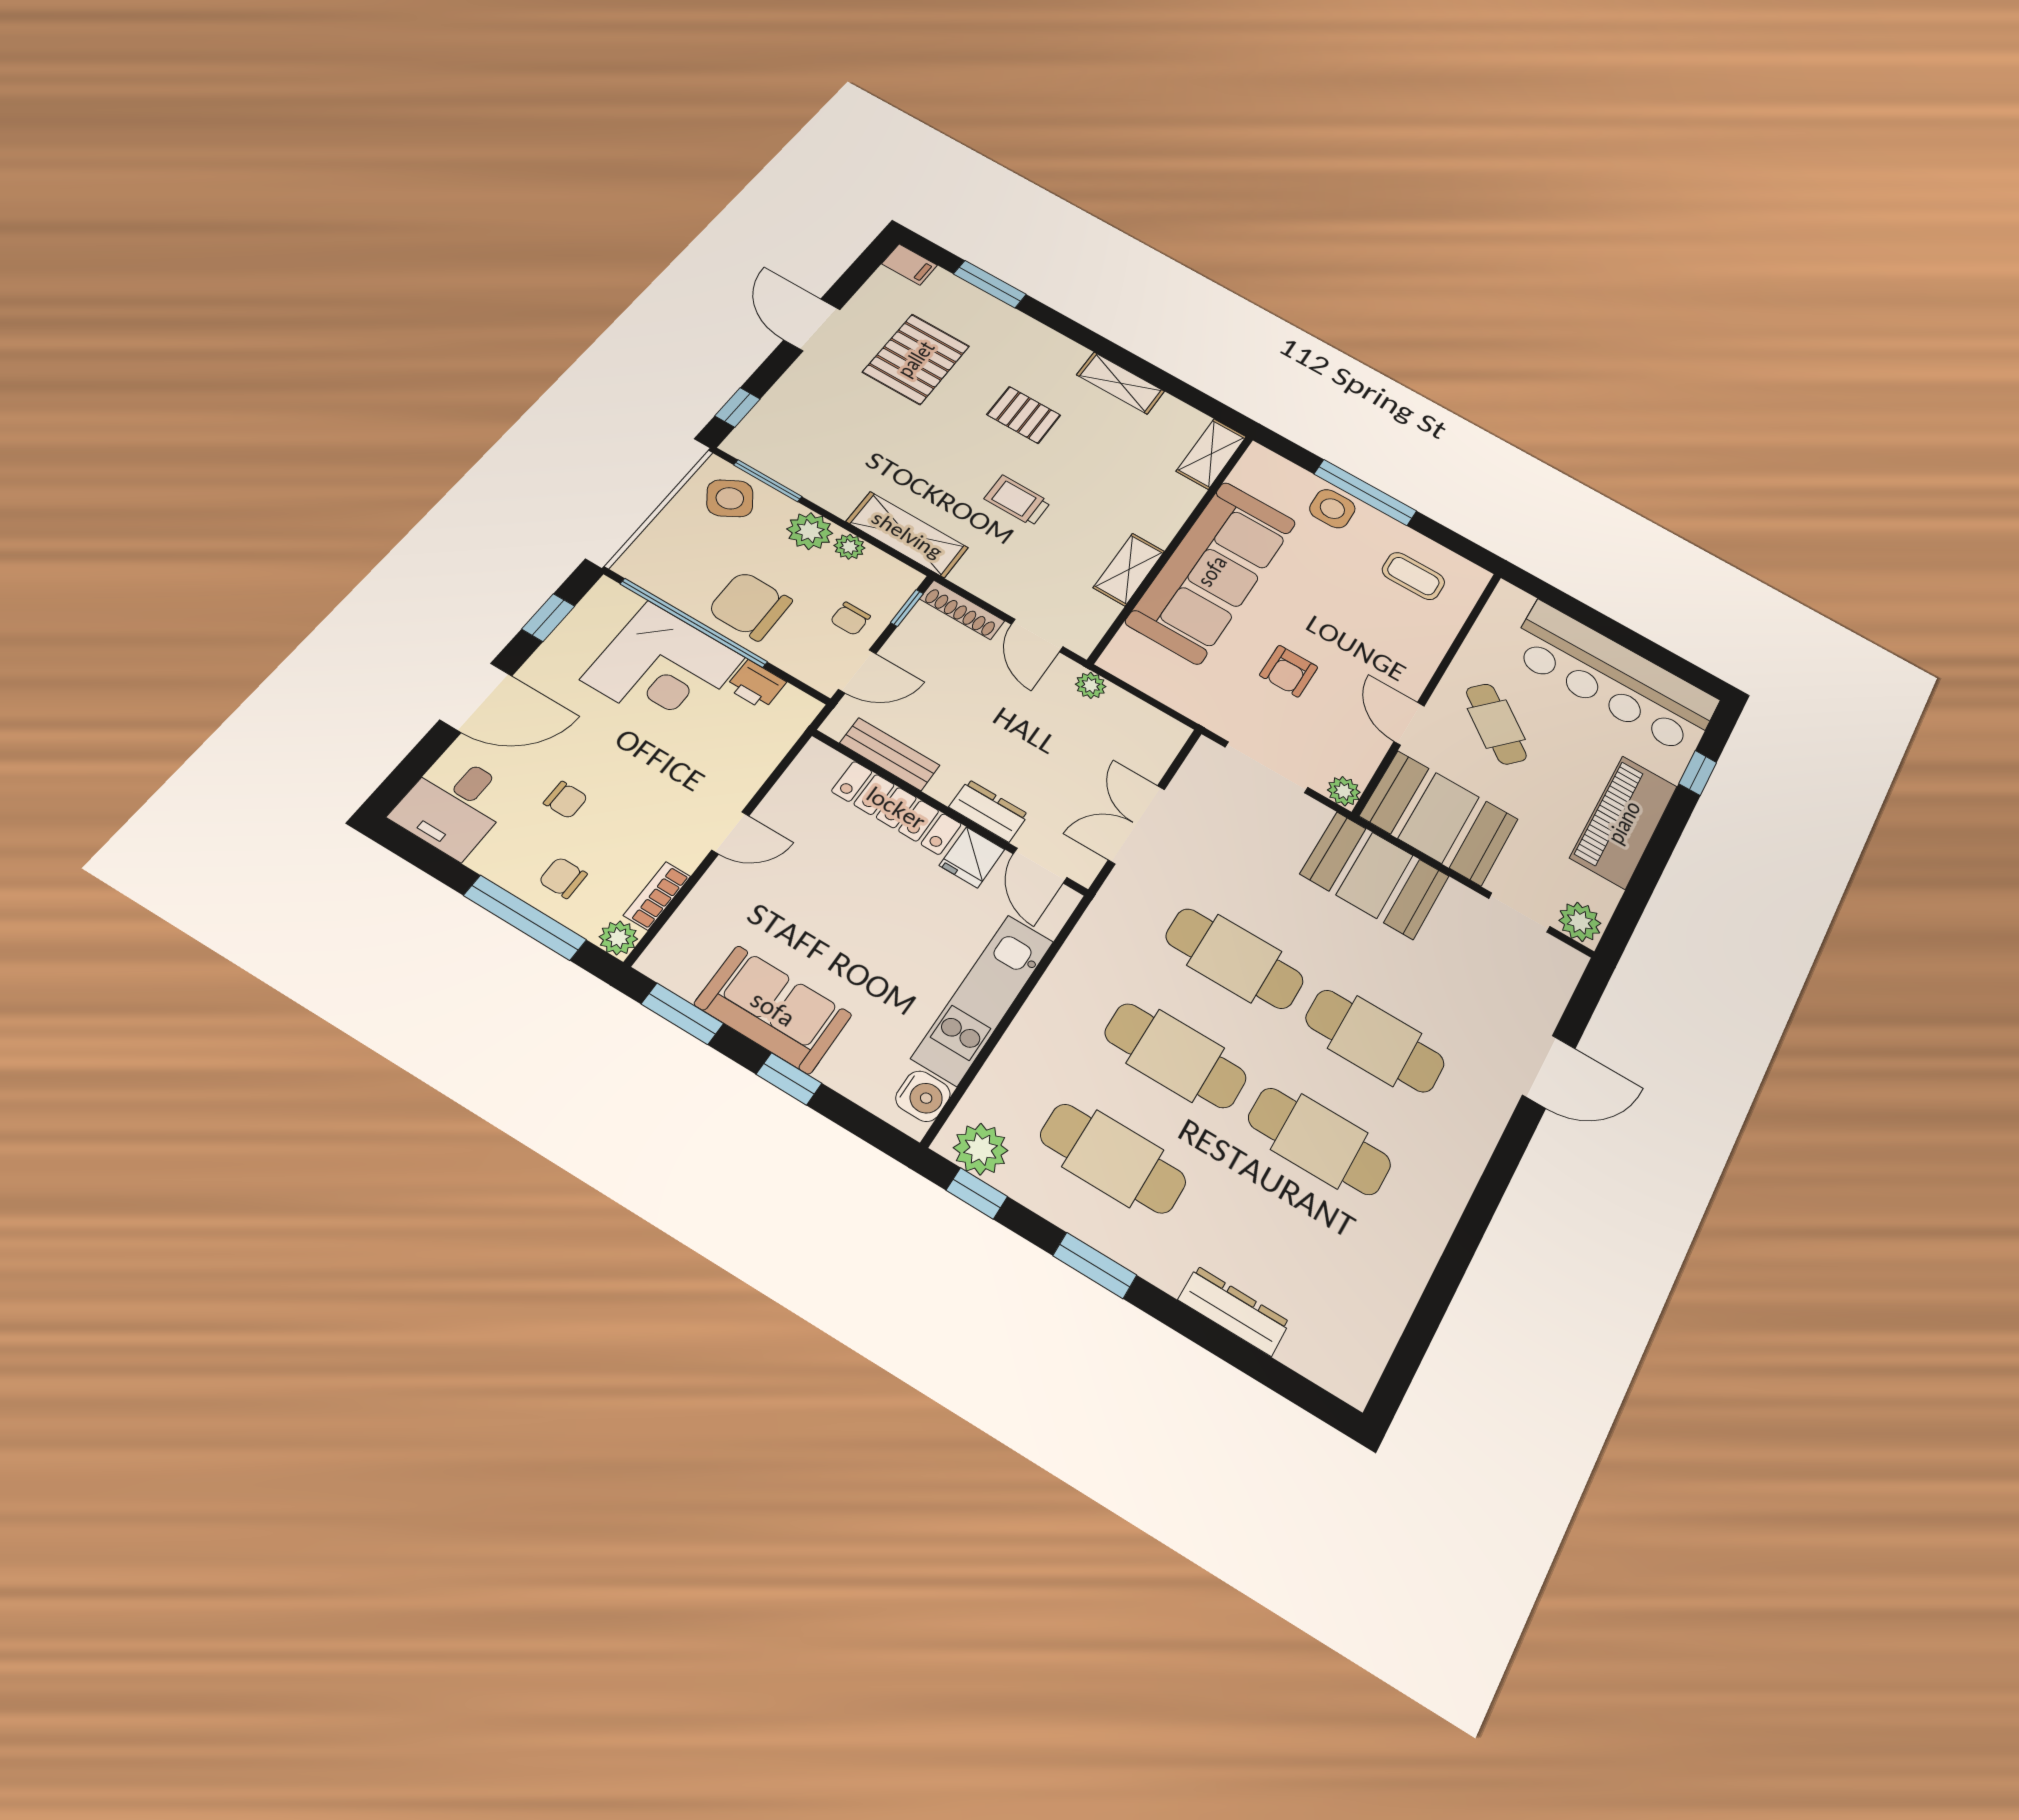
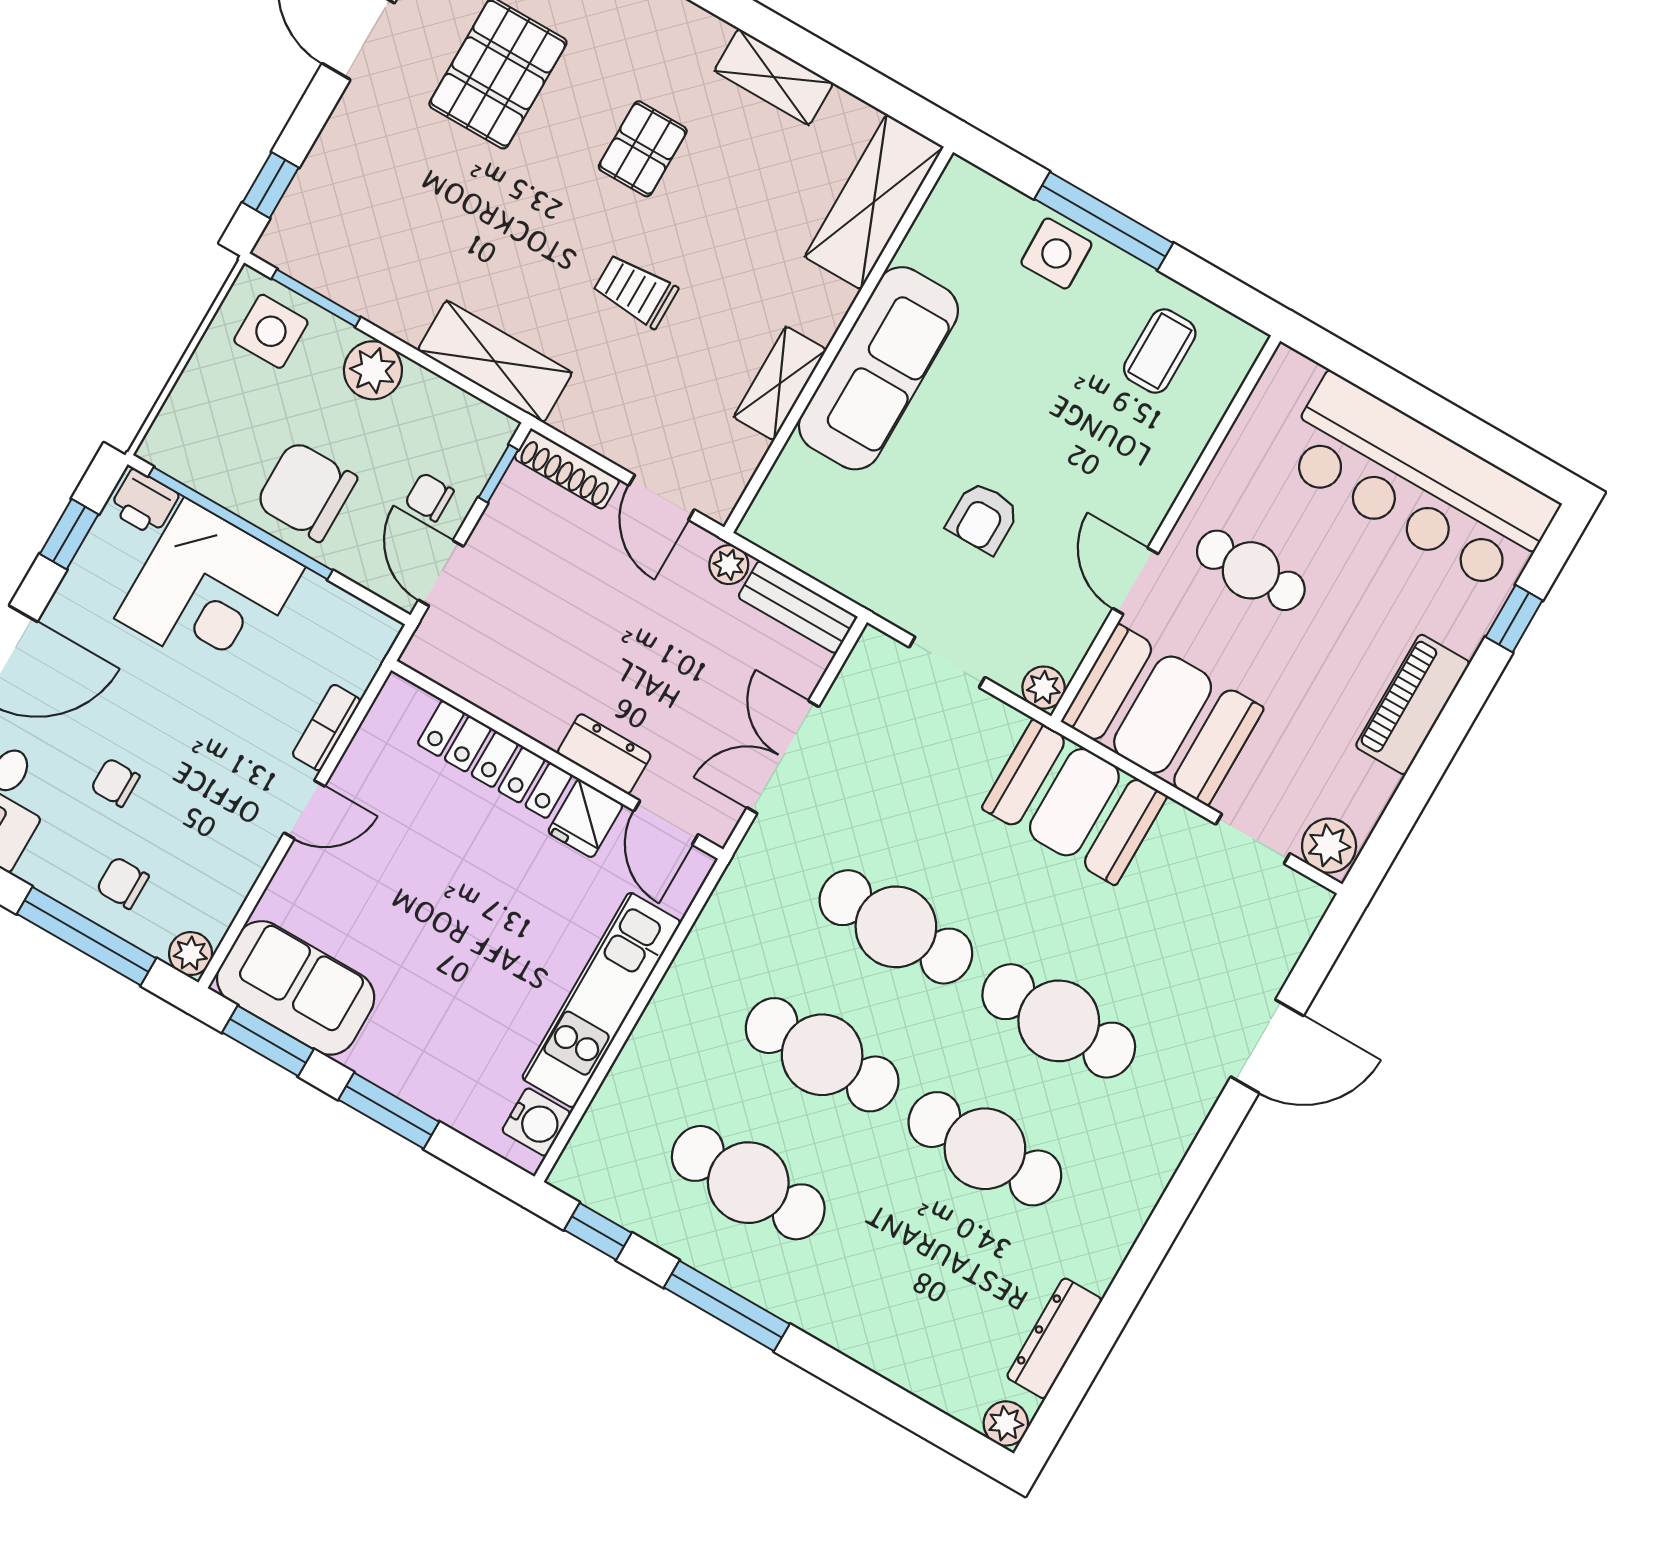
pallet: (1024, 415) -> (643, 149), turned 90
shelving: (1211, 454) -> (874, 202), width x1.50, depth x1.33
side table: (730, 498) -> (271, 331), turned 33
plant: (849, 547) -> (423, 389), removed
sofa: (1212, 571) -> (878, 368), width x0.74, depth x0.79
coffee table: (1413, 576) -> (1160, 351), turned 90
chair: (850, 619) -> (429, 497), turned 90
door: (857, 671) -> (441, 573), swing flipped
printer: (756, 685) -> (144, 502), moved
cafe table: (1496, 724) -> (1251, 570), turned -41
bench: (890, 754) -> (797, 607), moved
doorway: (1266, 767) -> (947, 662), width x0.73
chair: (566, 800) -> (115, 782), turned 180
piano: (1624, 822) -> (1413, 704), width x0.73, depth x0.75
bookcase: (657, 896) -> (326, 728), moved
sofa: (773, 1009) -> (296, 988), moved
window: (789, 1079) -> (389, 1111), width x1.50
plant: (981, 1149) -> (1006, 1423), moved, width x0.73, depth x0.73
window: (1095, 1265) -> (727, 1306), width x1.44
dresser: (1234, 1311) -> (1054, 1338), moved, turned -90

